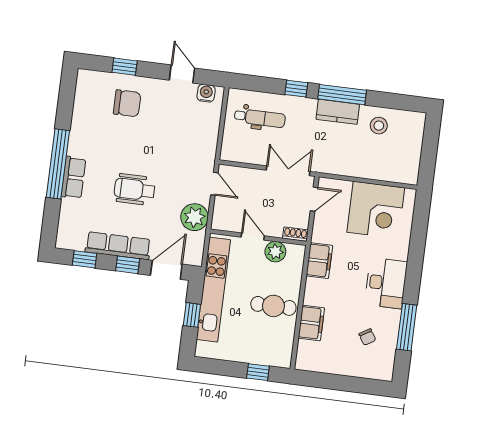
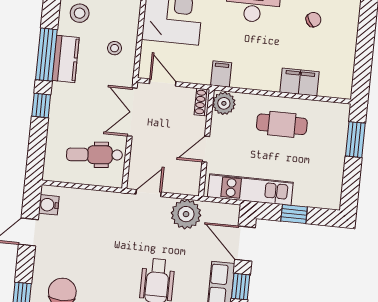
dental chair: (260, 118) -> (94, 155), moved, turned -95
stool: (346, 156) -> (115, 48), added
plant: (275, 252) -> (224, 103), moved
filing cabinet: (319, 261) -> (221, 74), width x0.50
kitchen unit: (213, 290) -> (250, 190), width x0.73
cafe table: (273, 306) -> (282, 124), turned 90
window: (258, 372) -> (355, 140), width x1.50

